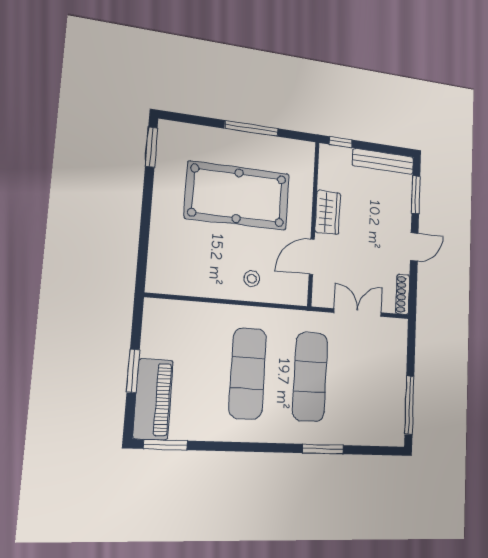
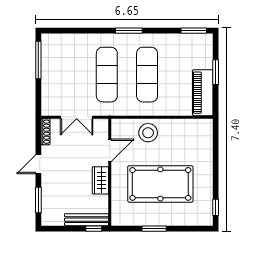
window: (252, 128) -> (154, 229), width x0.69
window: (151, 147) -> (216, 207), width x0.67
bench: (383, 161) -> (86, 220), moved
stool: (252, 279) -> (148, 133), width x1.89, depth x1.89
piano: (153, 399) -> (203, 93), moved
window: (323, 449) -> (129, 31), moved

